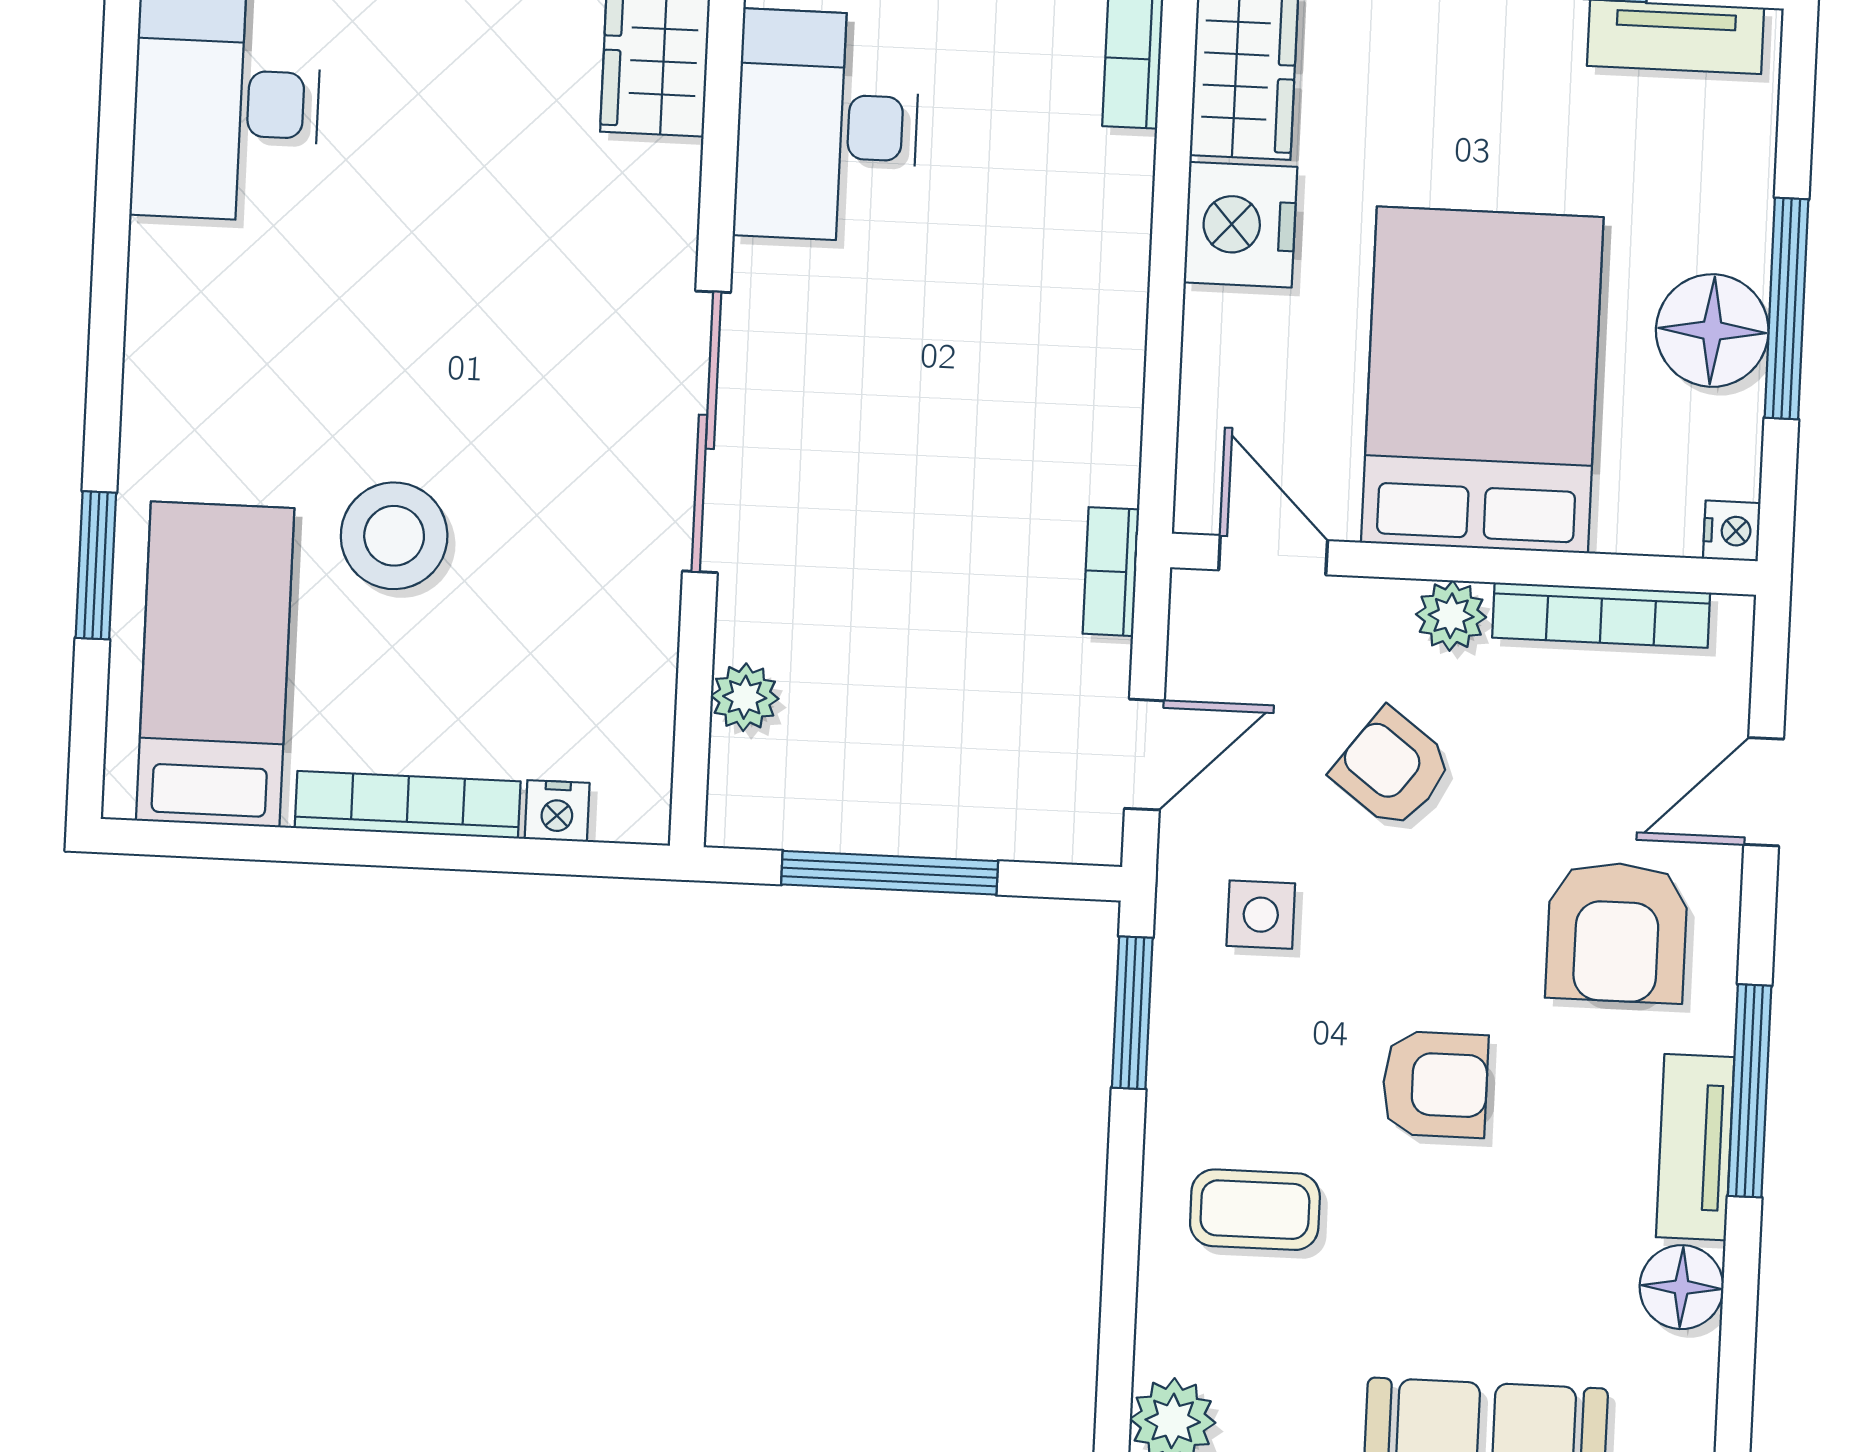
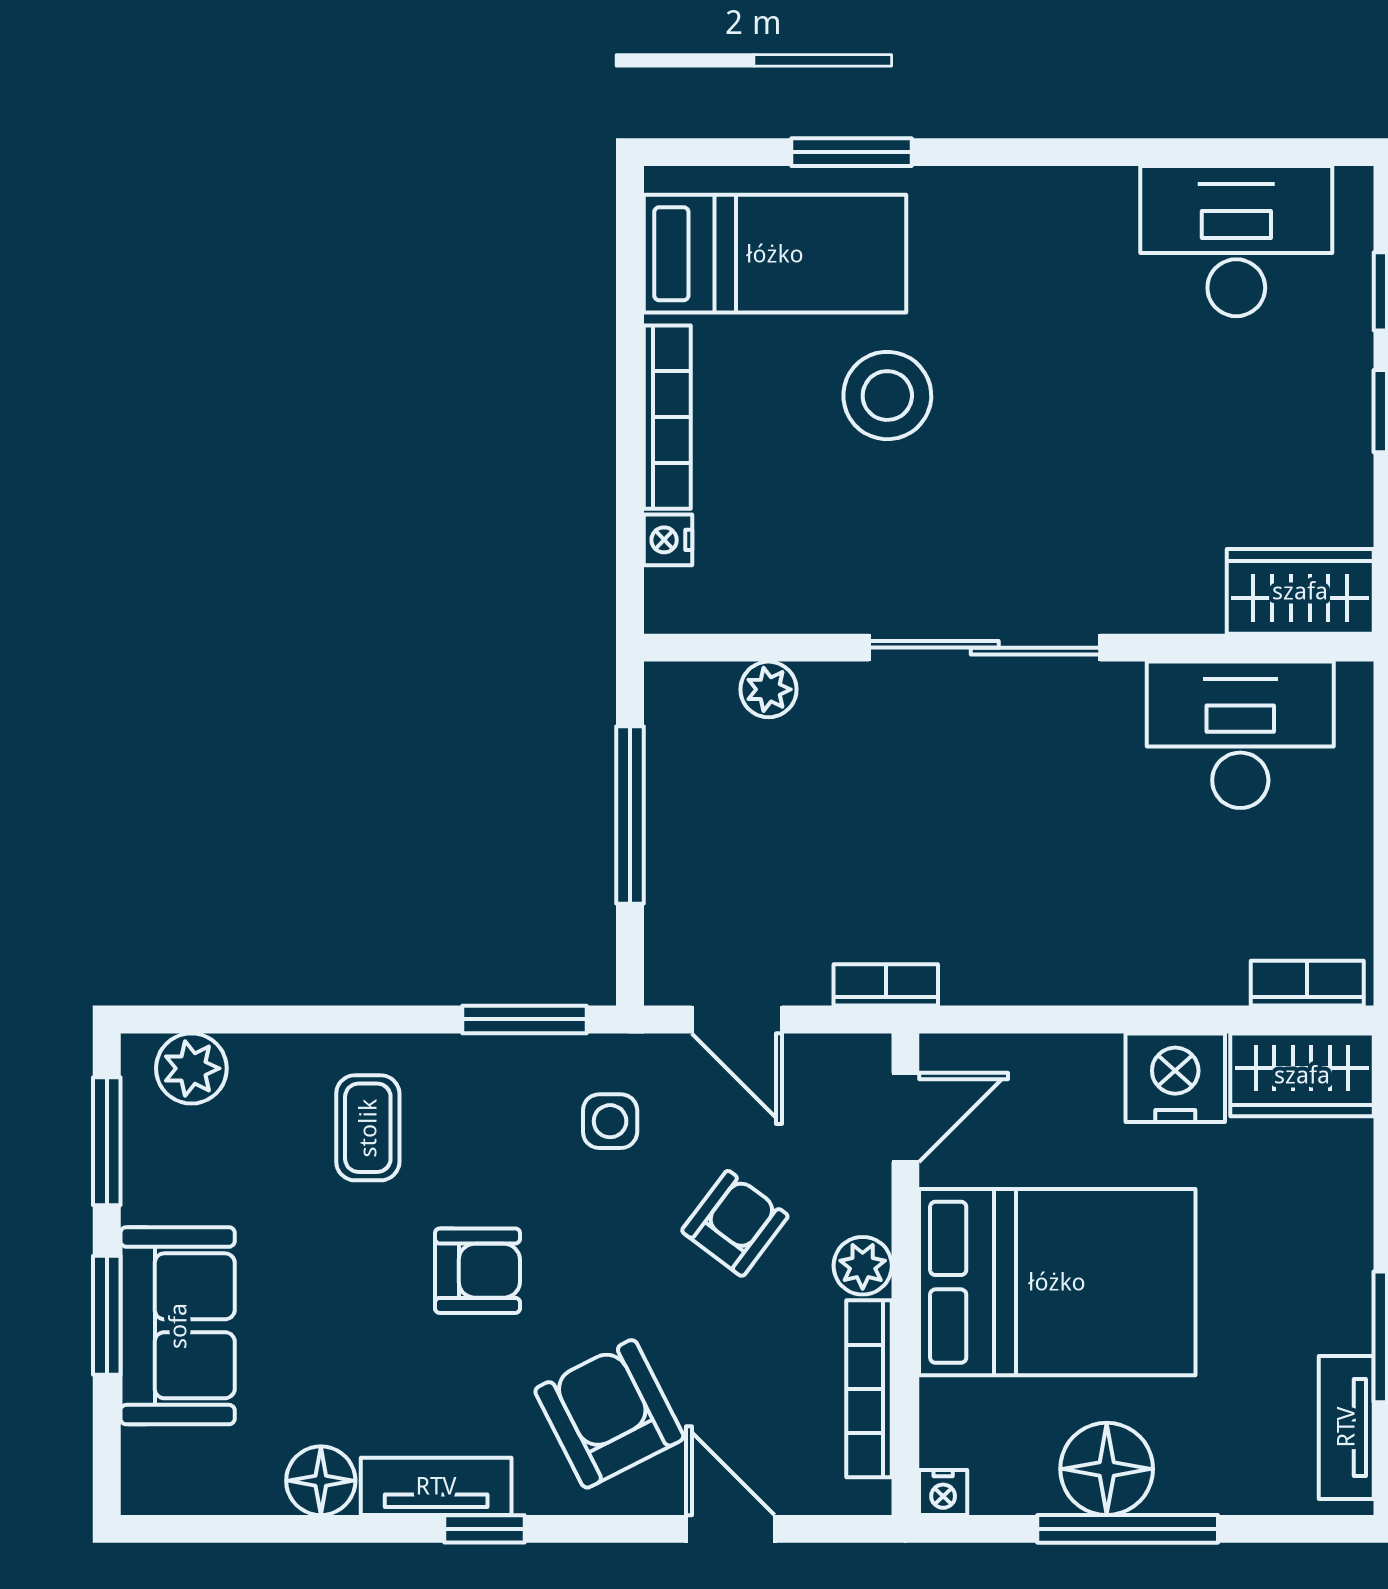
armchair: (1617, 932) -> (609, 1414), turned 63
armchair: (1435, 1084) -> (478, 1271), turned -90
window: (1750, 1091) -> (484, 1529), width x0.46

